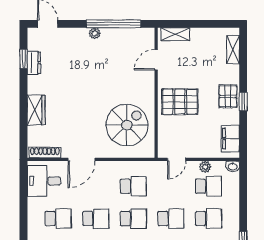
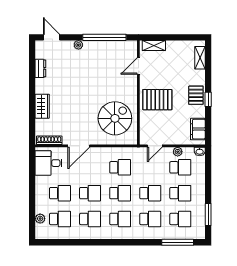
plant: (95, 33) -> (78, 45), moved
window: (24, 59) -> (32, 65), removed

